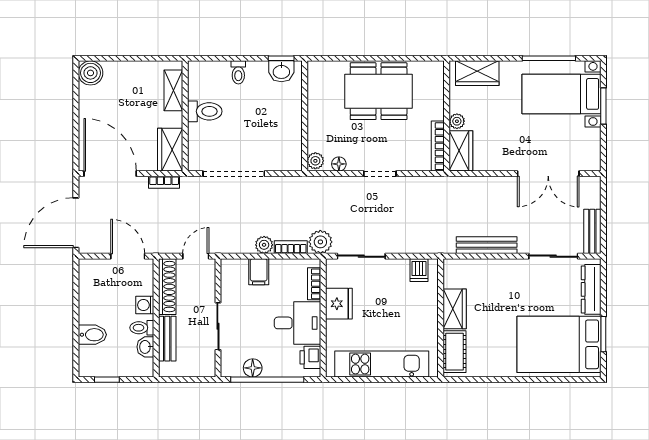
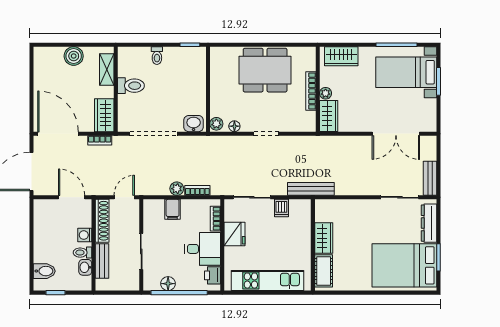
washbasin: (281, 71) -> (194, 124), moved, turned 180
boiler: (90, 73) -> (74, 56), moved
bookcase: (438, 146) -> (311, 91), moved
plant: (320, 242) -> (220, 186), removed
bench: (487, 245) -> (311, 189), moved
dishwasher: (419, 270) -> (281, 208), moved
bidet: (92, 335) -> (44, 271), moved

